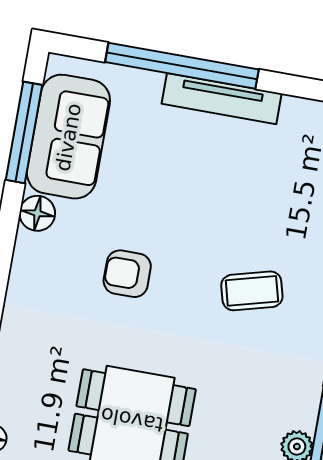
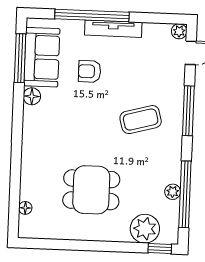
armchair: (127, 274) -> (90, 71), moved
coffee table: (252, 291) -> (141, 120), width x1.36, depth x1.30

